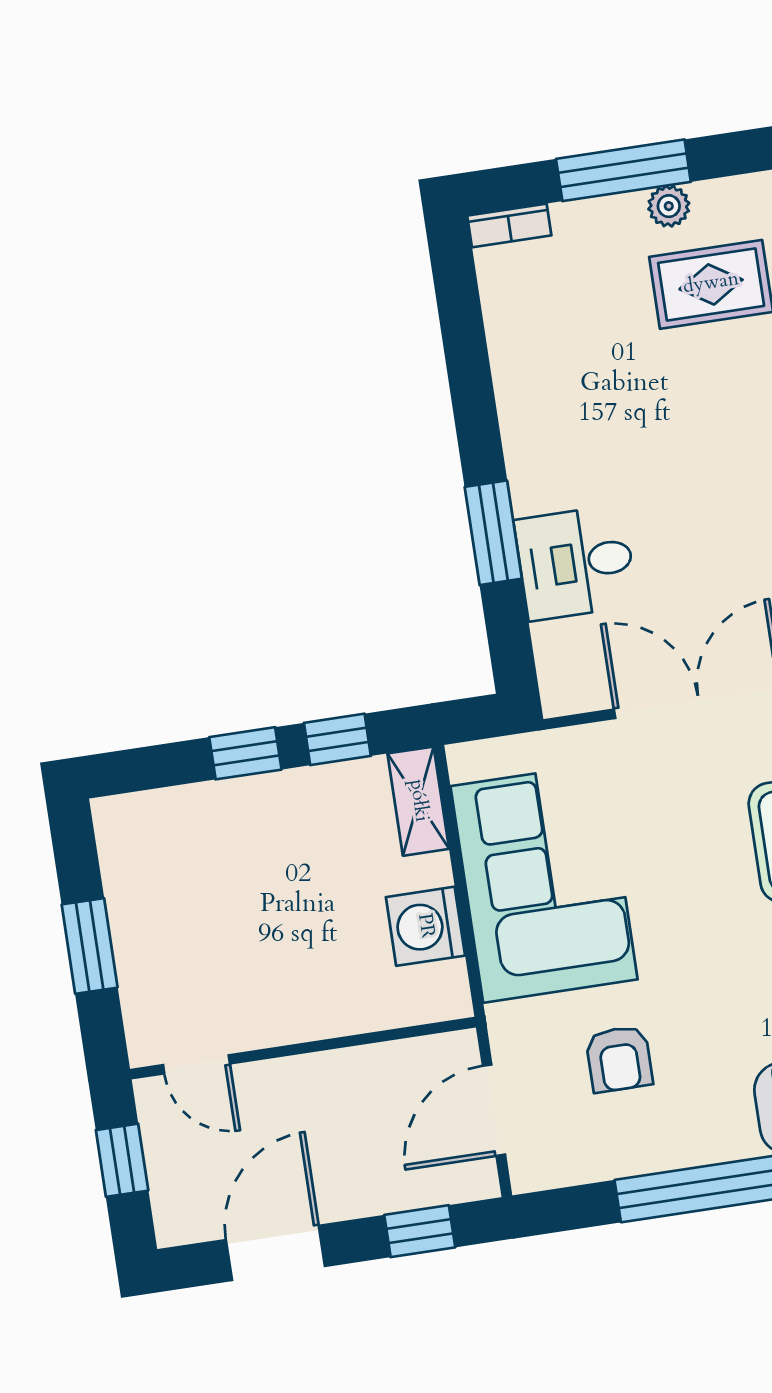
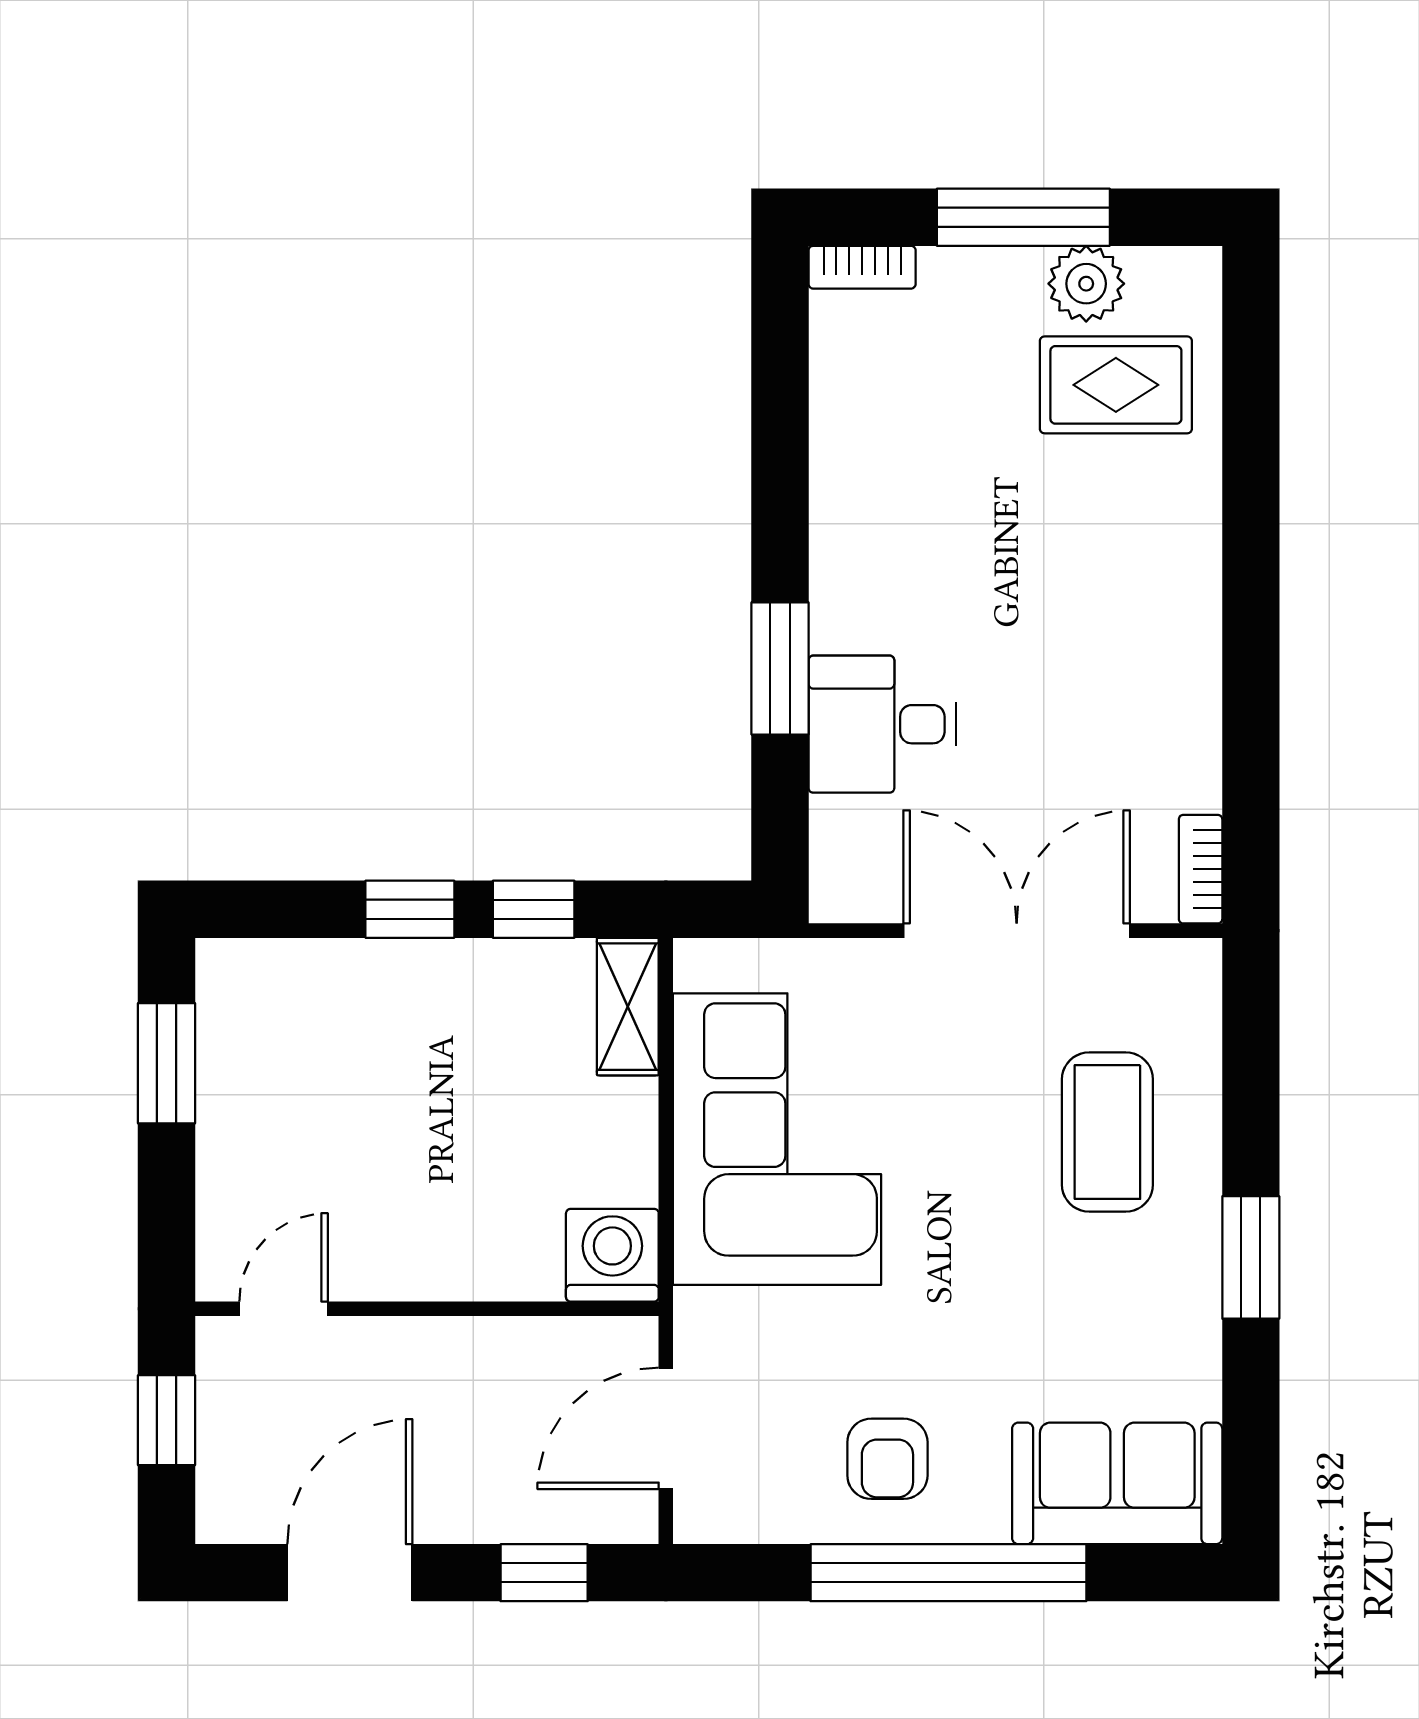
plant: (669, 206) -> (1086, 284), width x1.38, depth x1.38
washing machine: (425, 926) -> (612, 1255), moved, turned 90
window: (90, 946) -> (166, 1063), moved
armchair: (619, 1059) -> (887, 1459), moved
door: (197, 1064) -> (284, 1309), swing flipped

